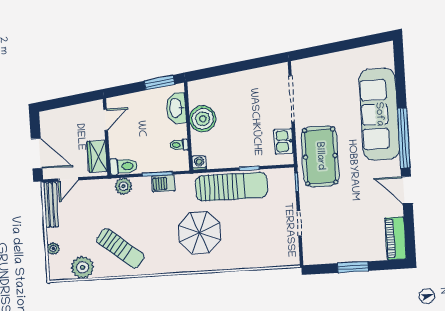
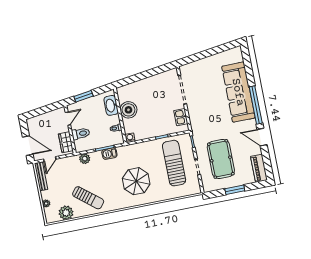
window: (159, 83) -> (83, 96), moved
pool table: (320, 156) -> (221, 159), moved
toilet: (124, 166) -> (81, 134), moved
sun lounger: (232, 187) -> (174, 163), moved, turned -90

